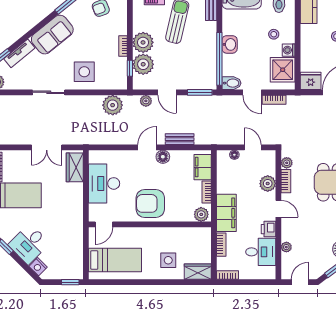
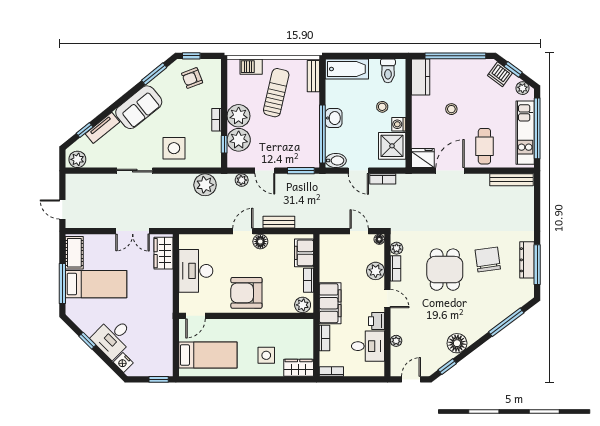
floor lamp: (234, 155) -> (379, 239), moved

